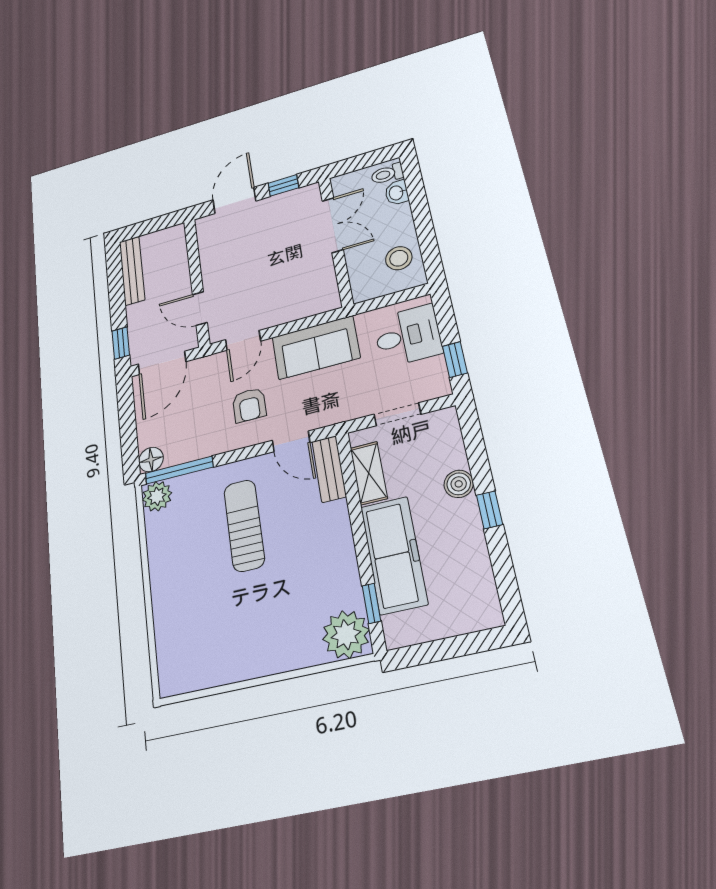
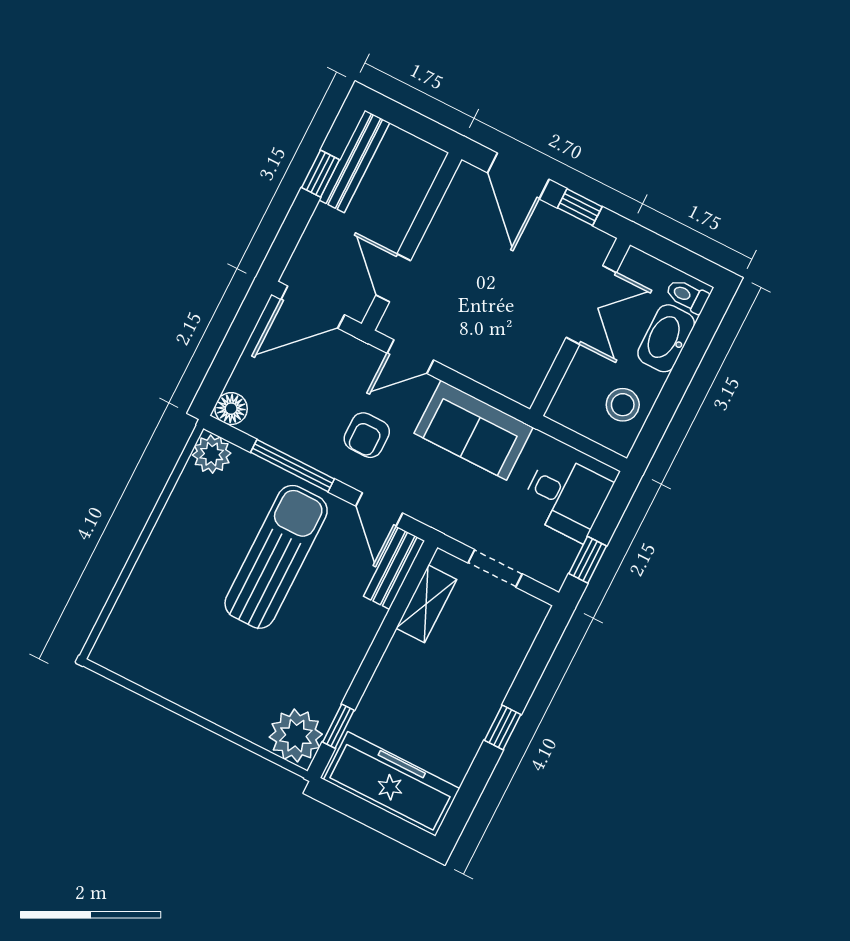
washbasin: (397, 193) -> (666, 338), width x1.91, depth x1.45
door: (234, 200) -> (518, 176), swing flipped
window: (121, 343) -> (321, 174), moved
window: (179, 470) -> (293, 466), moved
boiler: (459, 484) -> (496, 682), removed
sun lounger: (244, 525) -> (276, 557), width x1.36, depth x1.34
freezer: (394, 555) -> (392, 784), moved, turned -90

